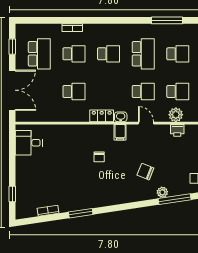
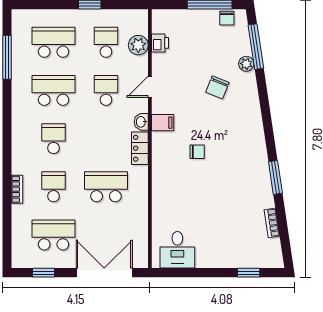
school desk: (178, 54) -> (54, 42), width x1.85
school desk: (74, 92) -> (106, 187), width x1.85

